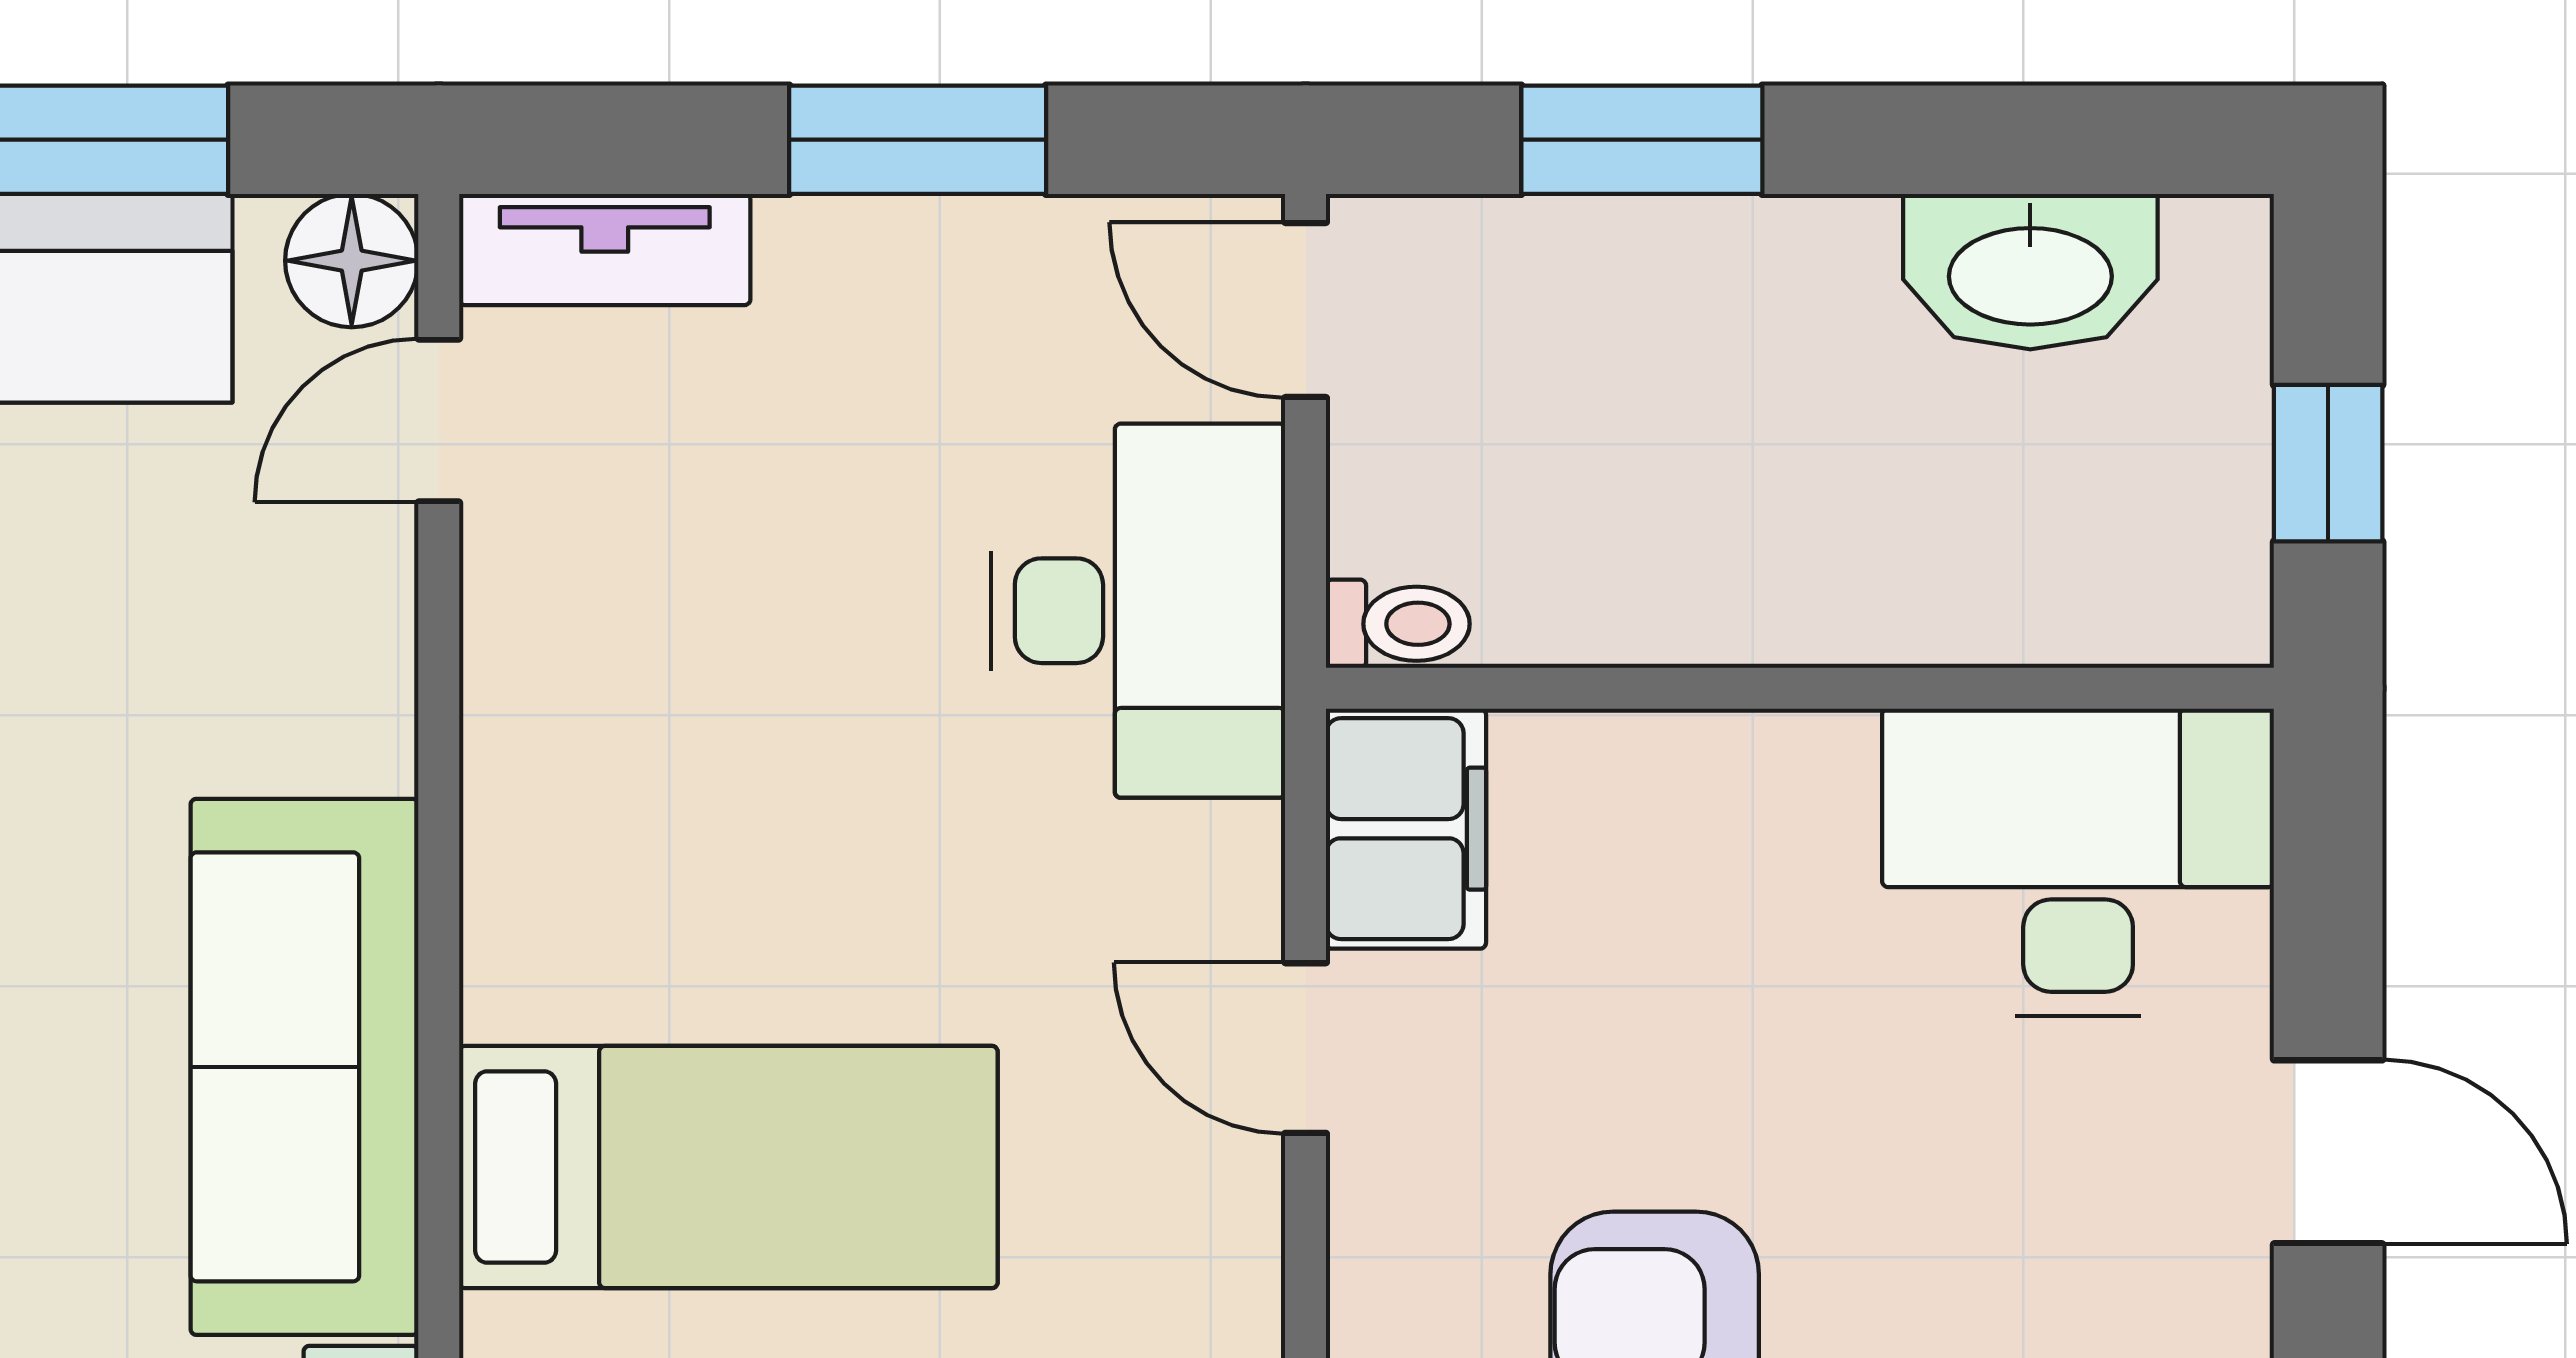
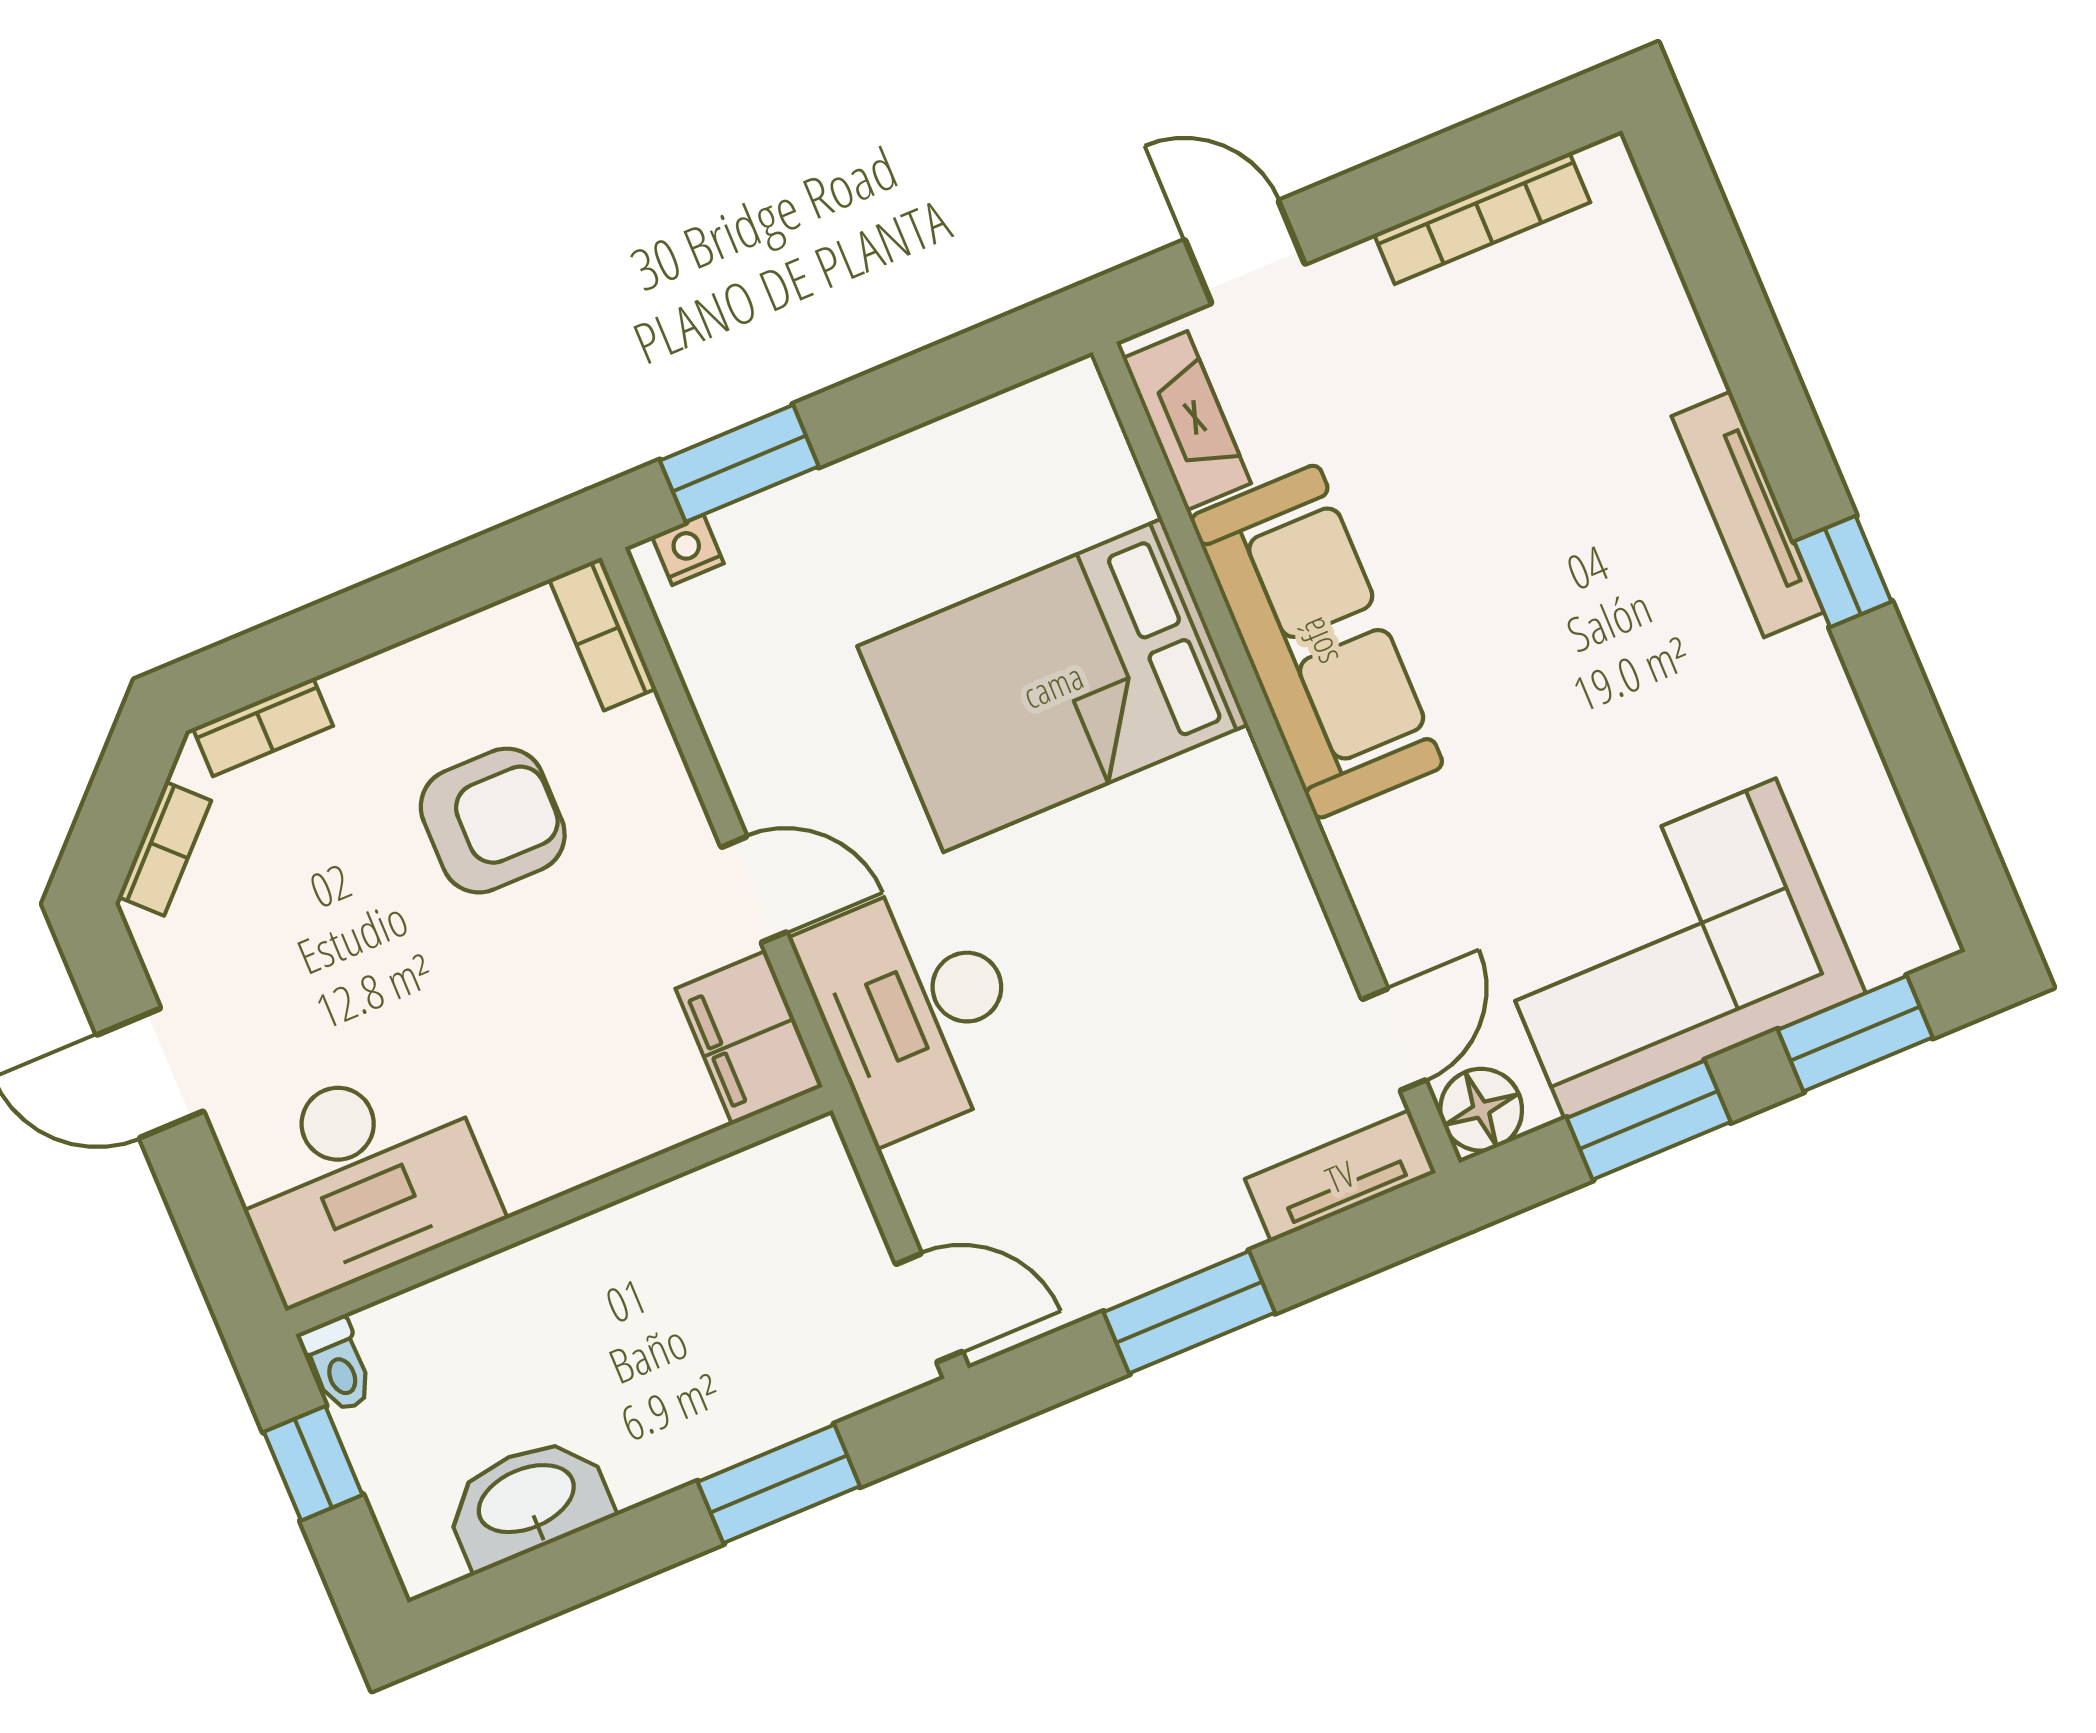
desk: (1138, 611) -> (915, 1009), moved
toilet: (1398, 624) -> (337, 1365), moved, turned -90
bed: (728, 1167) -> (1053, 685), width x1.50

